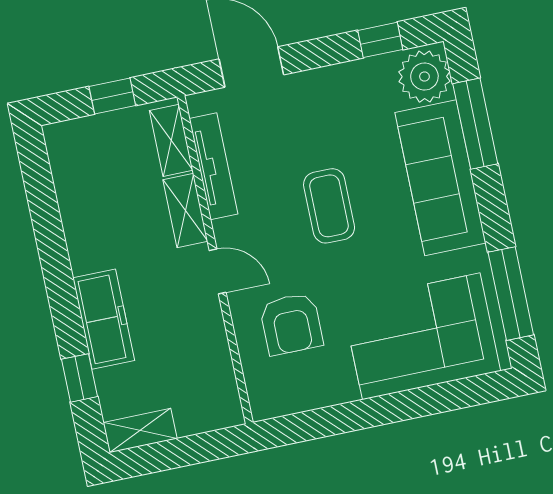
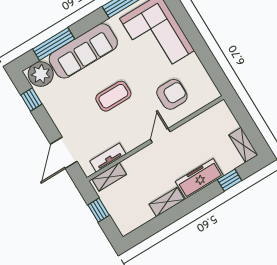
tv unit: (214, 166) -> (108, 158), width x0.71
shelving: (185, 210) -> (167, 202), moved

